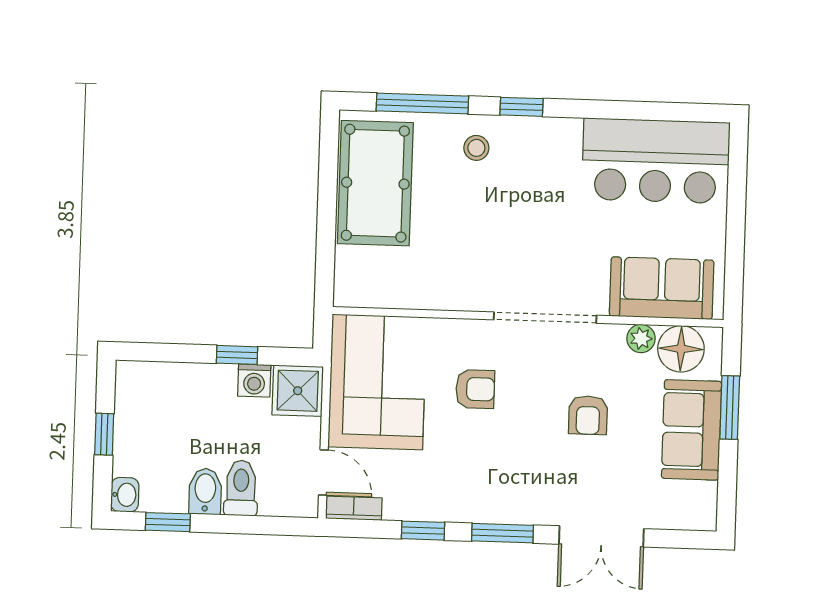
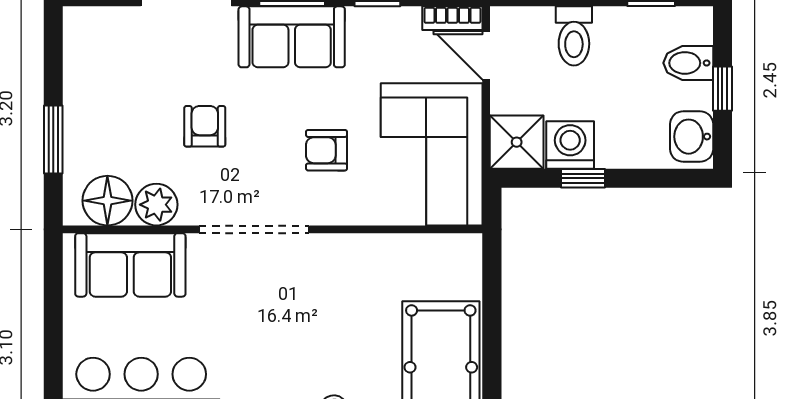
plant: (641, 338) -> (156, 205), width x1.38, depth x1.38
washing machine: (254, 380) -> (570, 145), width x1.38, depth x1.38
sofa: (691, 430) -> (292, 37), moved, turned 90
bidet: (205, 491) -> (688, 63), moved, turned 90
washbasin: (125, 495) -> (692, 137), moved, width x1.38, depth x1.45

